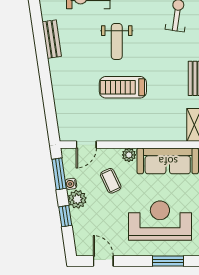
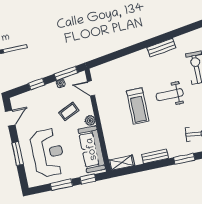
treadmill: (123, 87) -> (138, 106), turned 180
plant: (77, 199) -> (51, 90), removed
window: (168, 261) -> (18, 154), moved

